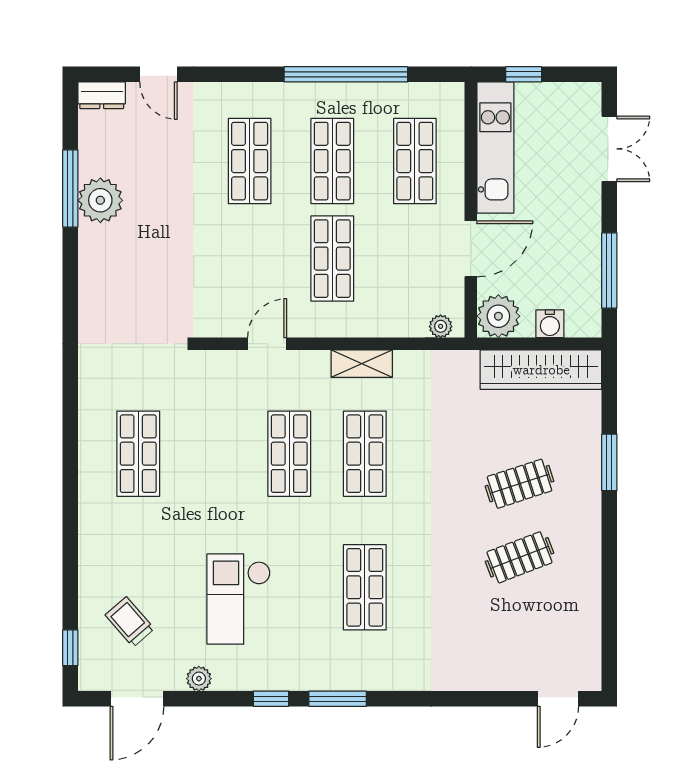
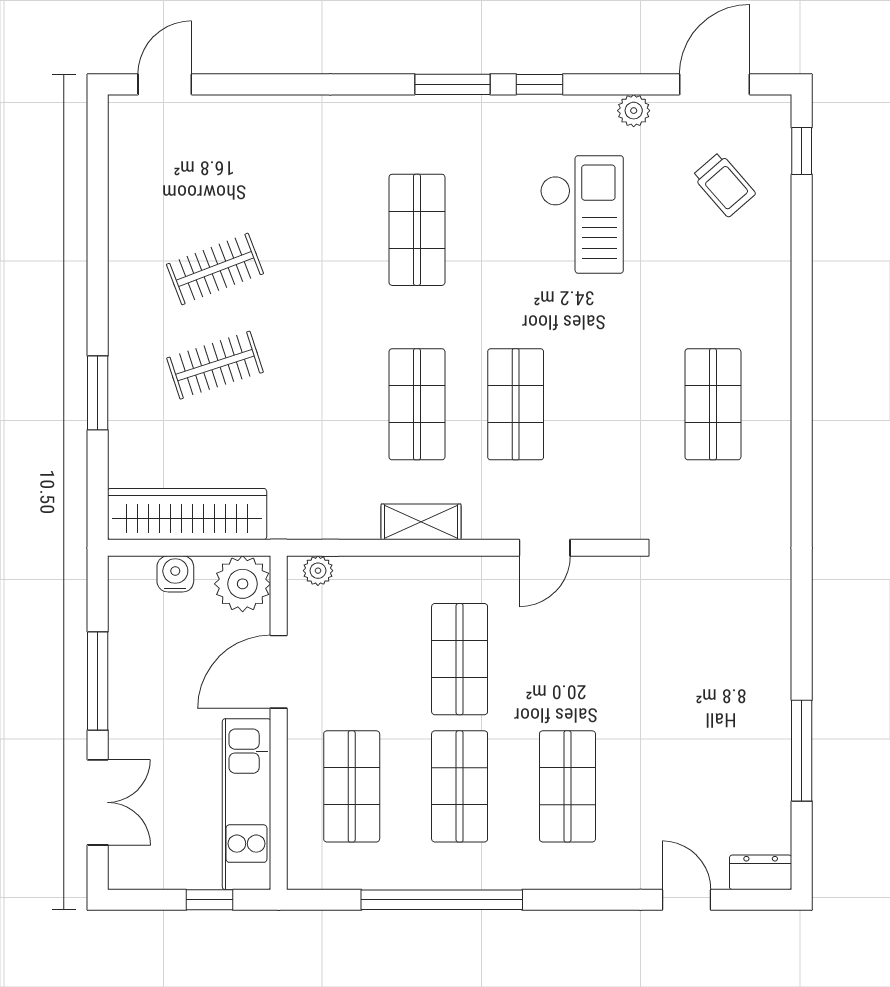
double door: (609, 149) -> (98, 802), swing flipped
plant: (100, 200) -> (762, 735), removed
window: (609, 271) -> (98, 681), moved

